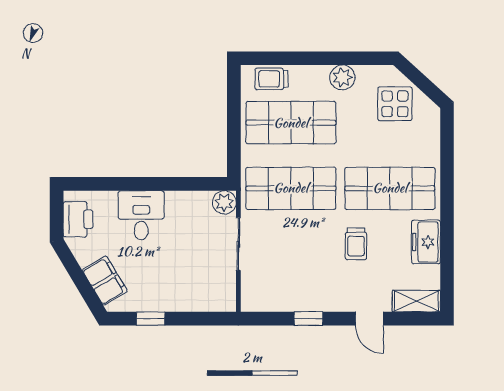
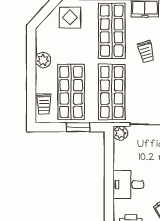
display table: (395, 104) -> (70, 17), moved
window: (234, 134) -> (78, 127), added
trolley: (356, 244) -> (146, 52), turned 75

